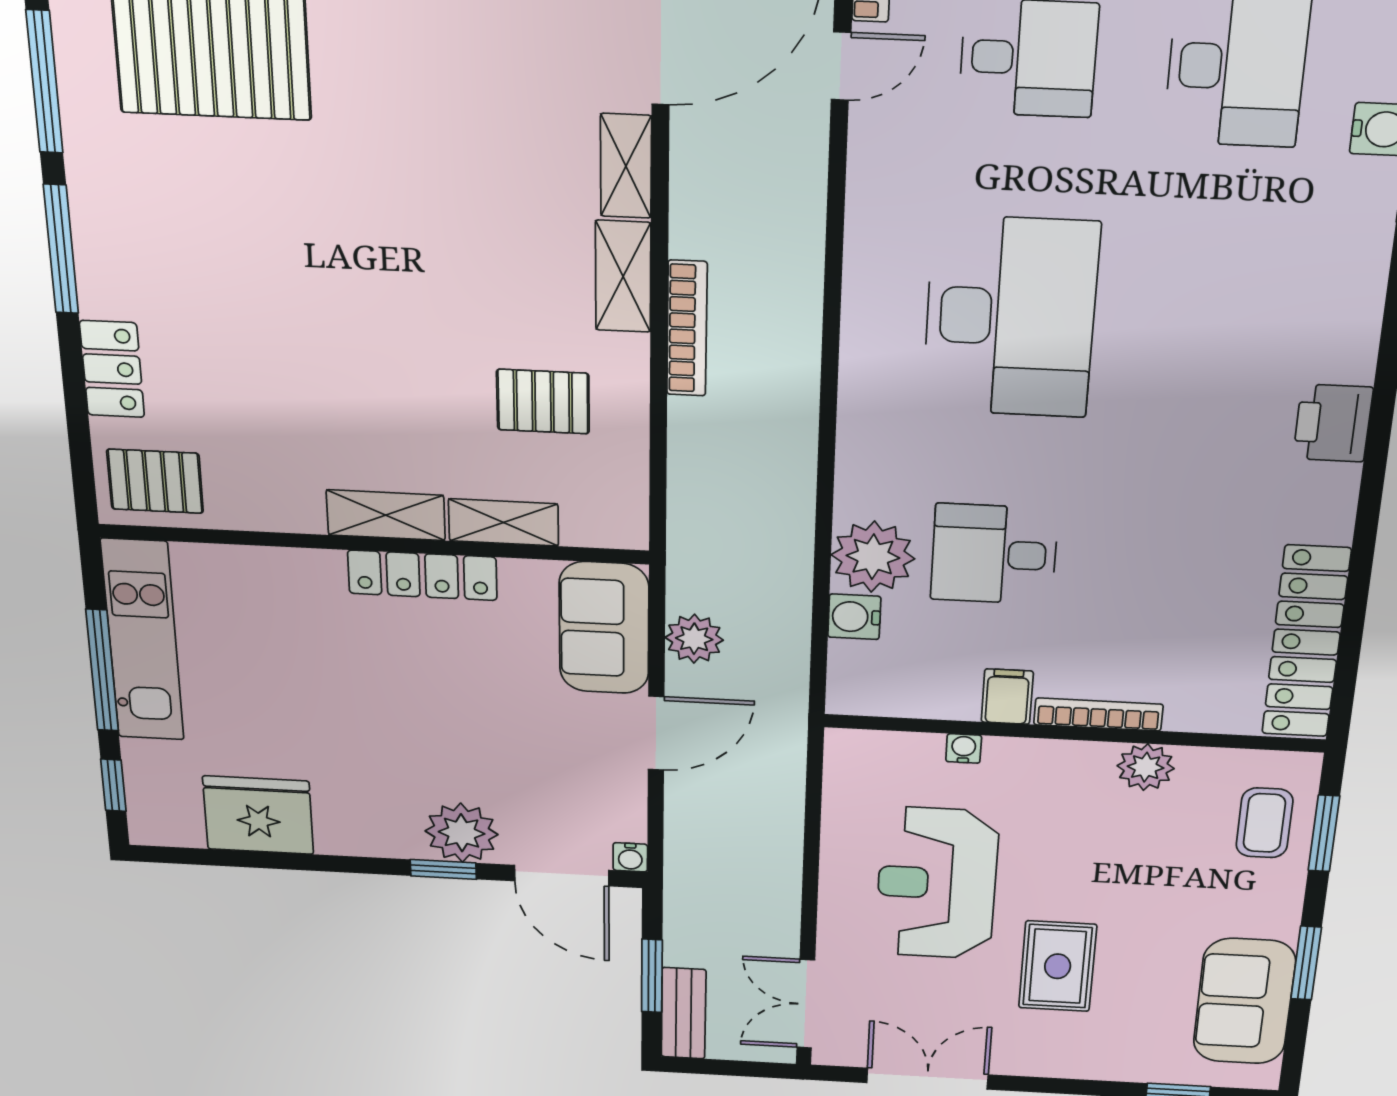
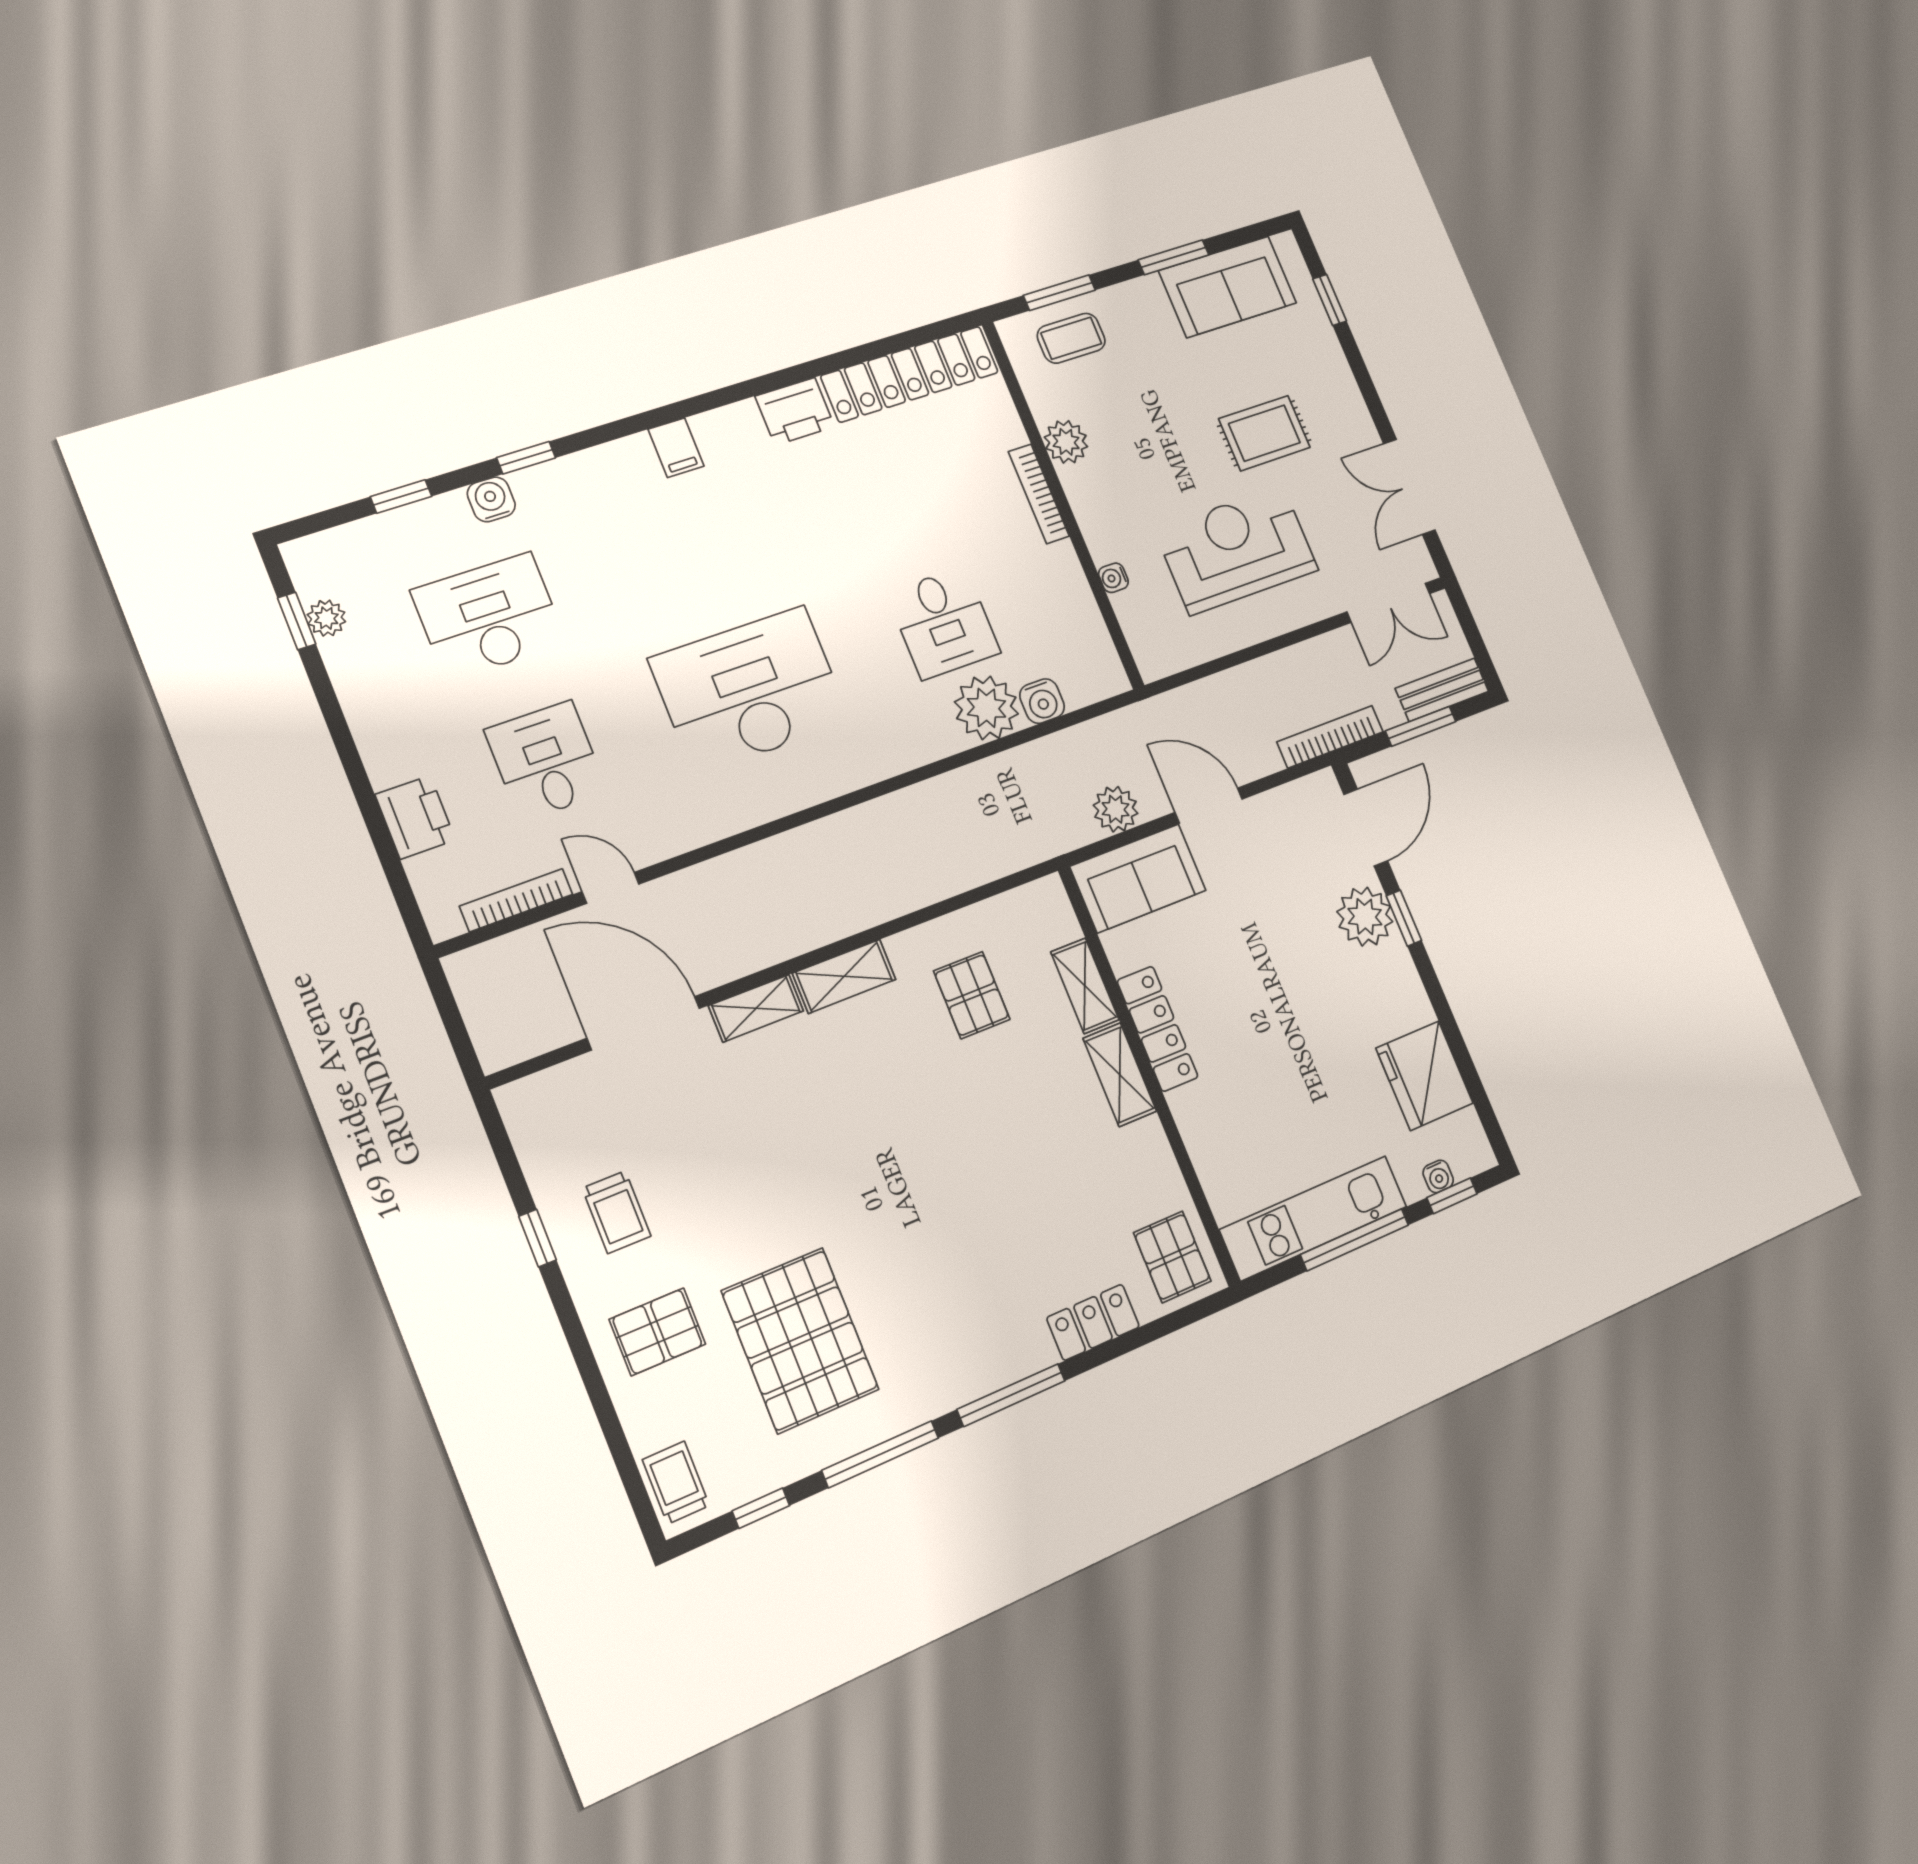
bookcase: (687, 329) -> (1330, 737), moved
printer: (1333, 423) -> (795, 411), moved
filing cabinet: (1007, 697) -> (676, 448), moved, turned -90
water cooler: (630, 857) -> (1438, 1176), moved, turned 90
reception desk: (937, 883) -> (1237, 550), turned 180

